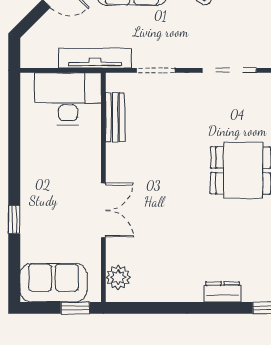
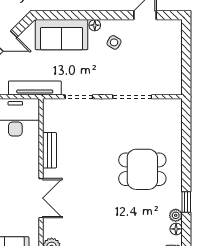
bench: (115, 117) -> (49, 150), moved

